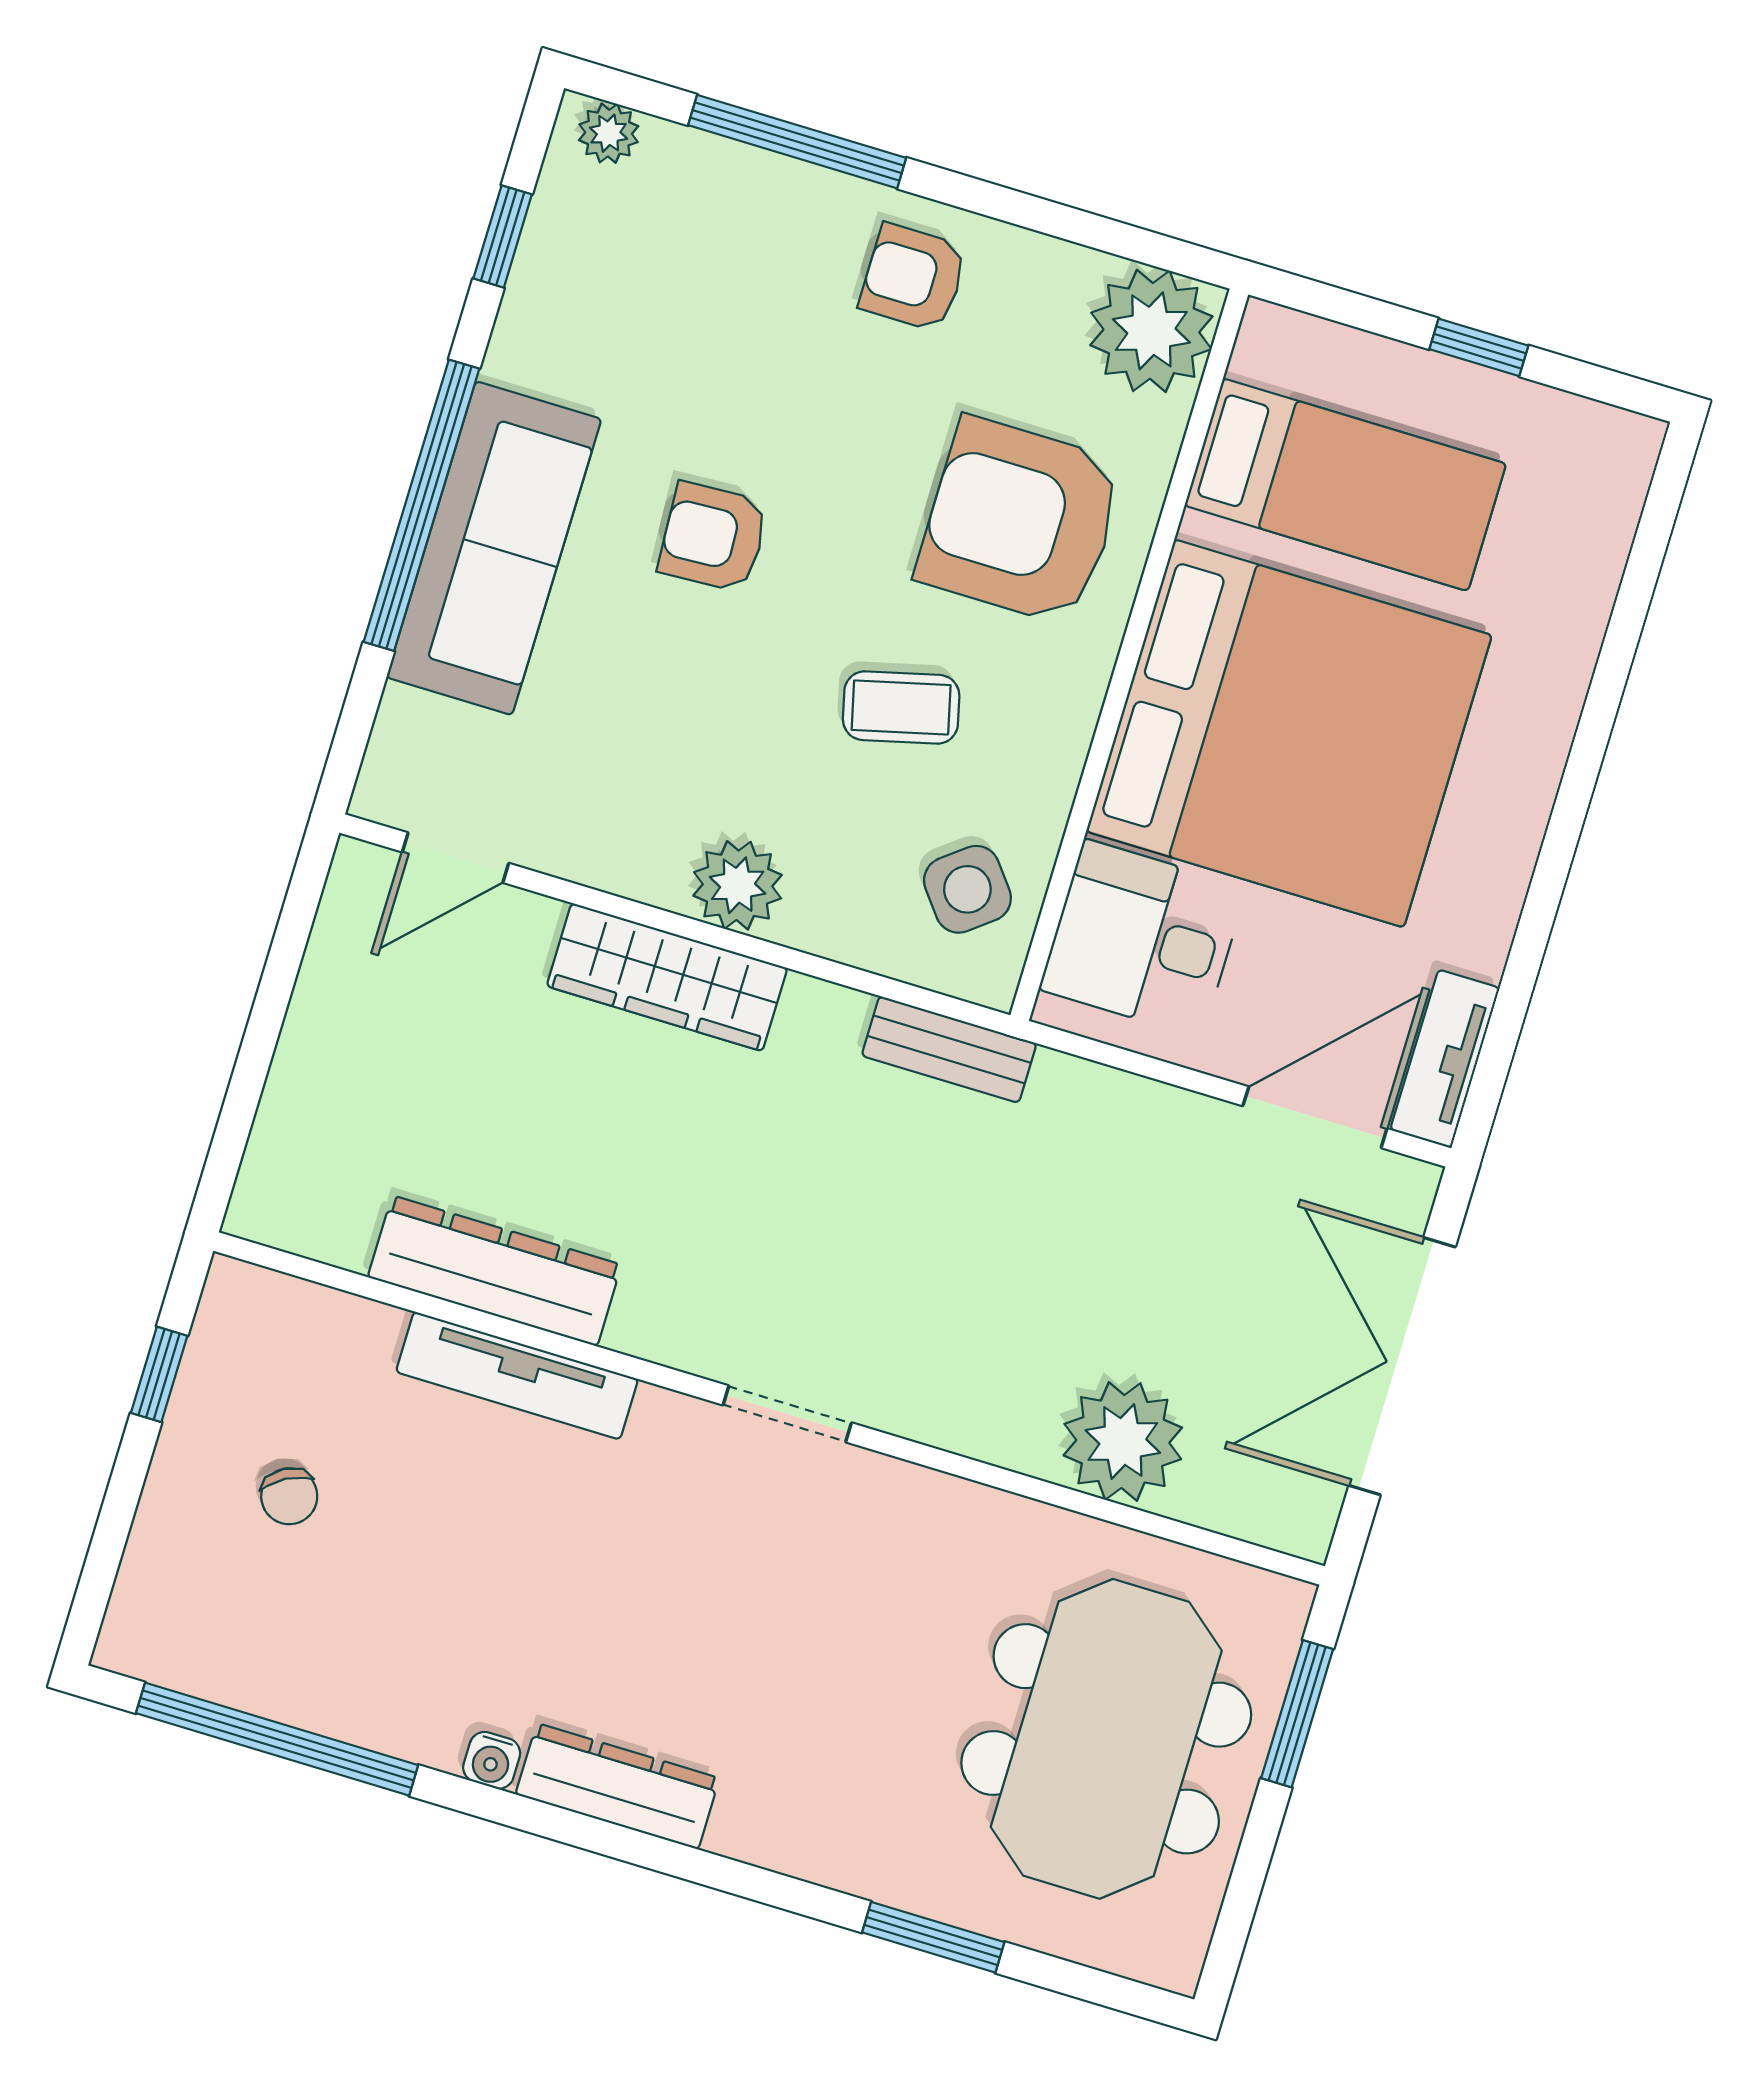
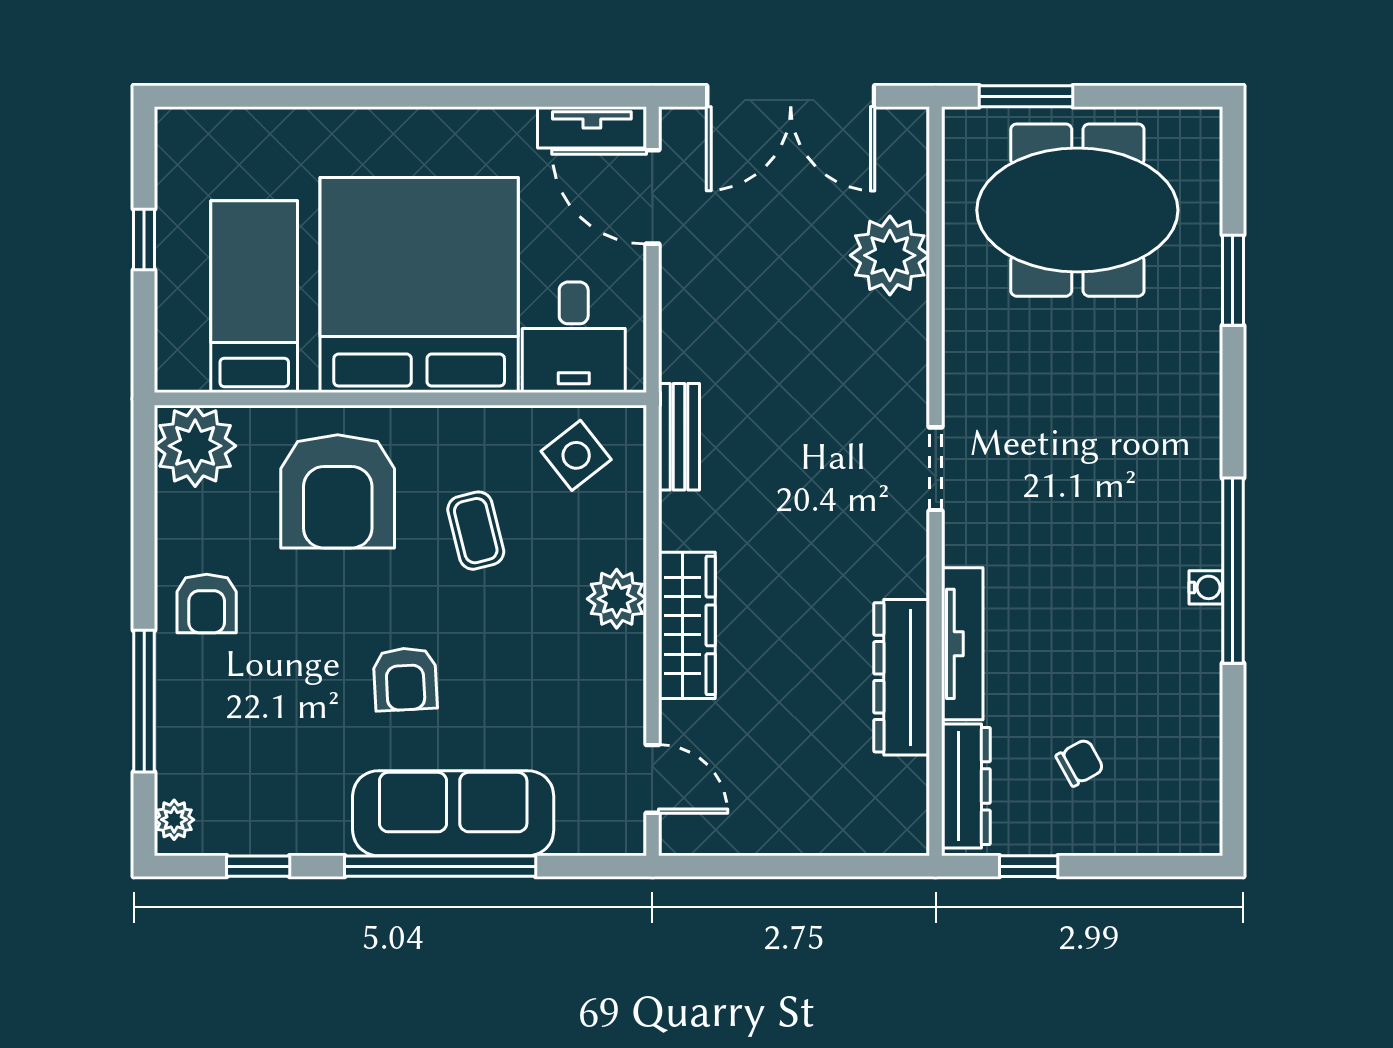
window: (277, 1739) -> (1233, 571), moved
dresser: (617, 1786) -> (966, 786), moved, turned 180

